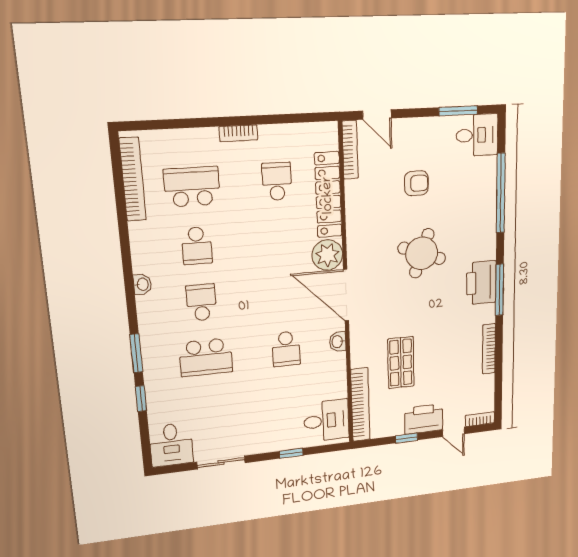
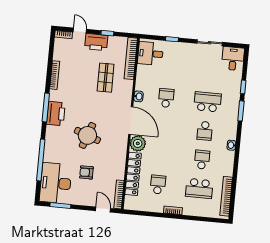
desk: (477, 135) -> (56, 183), width x1.87, depth x1.30
school desk: (277, 181) -> (158, 185), turned 180

